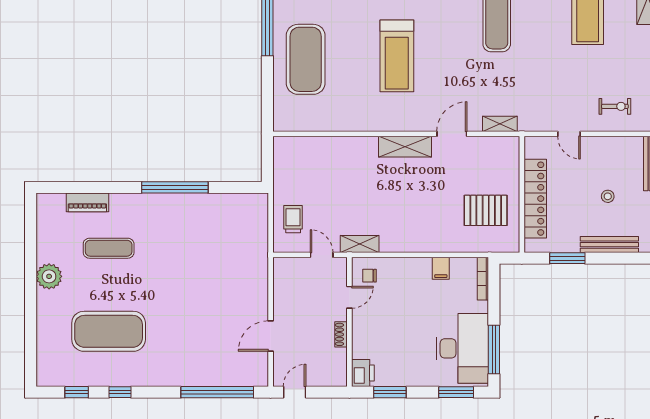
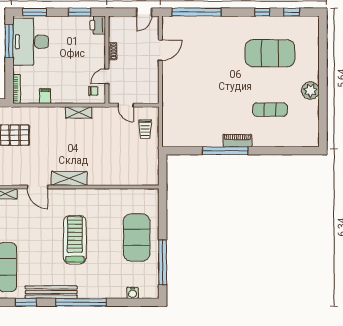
door: (452, 134) -> (38, 187), hinge flipped
piano: (87, 202) -> (237, 141), moved
shelving: (360, 244) -> (79, 112), moved

